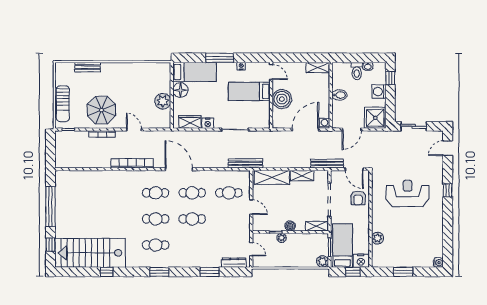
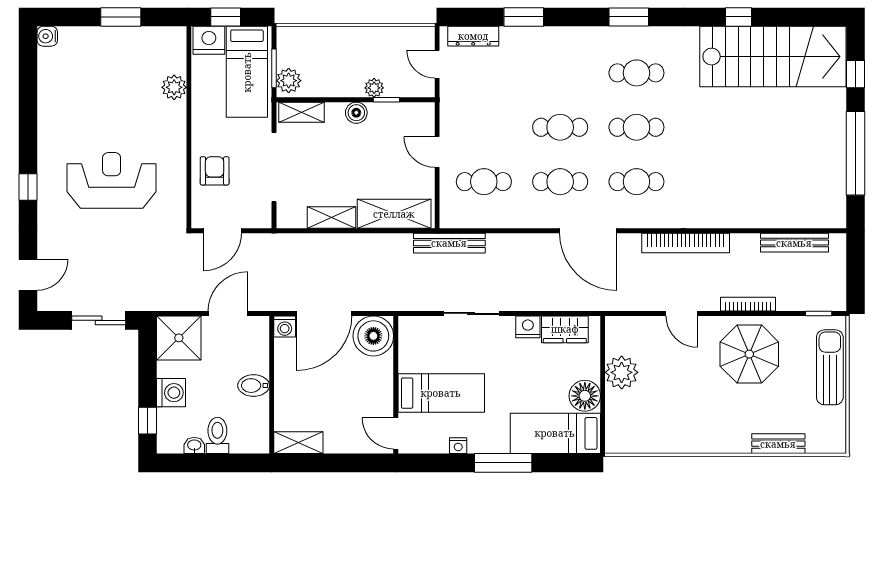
boiler: (282, 99) -> (373, 336), moved
bench: (327, 164) -> (794, 243), moved
door: (354, 169) -> (223, 231), swing flipped
reception desk: (408, 193) -> (112, 180), turned 180
plant: (323, 262) -> (289, 81), moved

